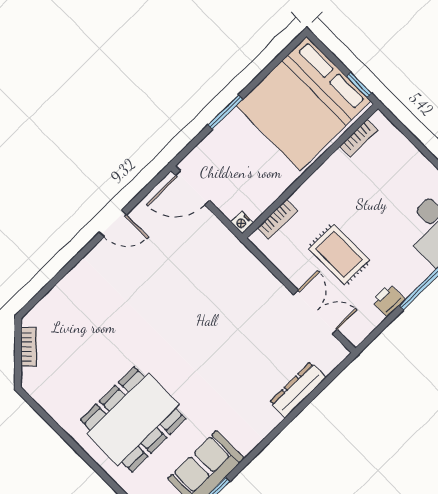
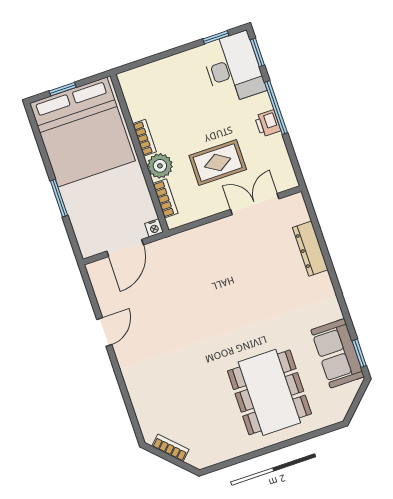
window: (359, 85) -> (63, 89), moved
bookcase: (359, 138) -> (144, 138), moved
door: (193, 188) -> (125, 248), moved
plant: (307, 198) -> (160, 166), added
printer: (388, 300) -> (268, 123), moved

